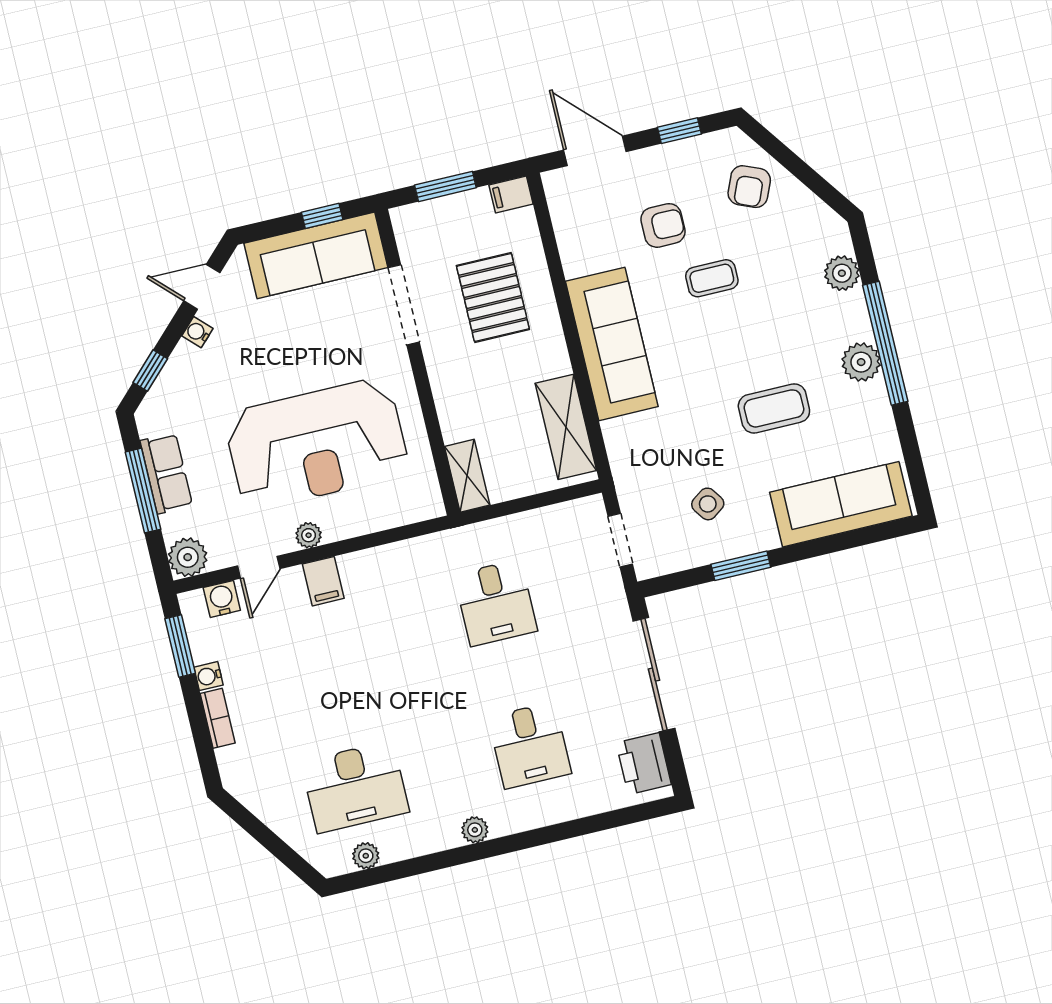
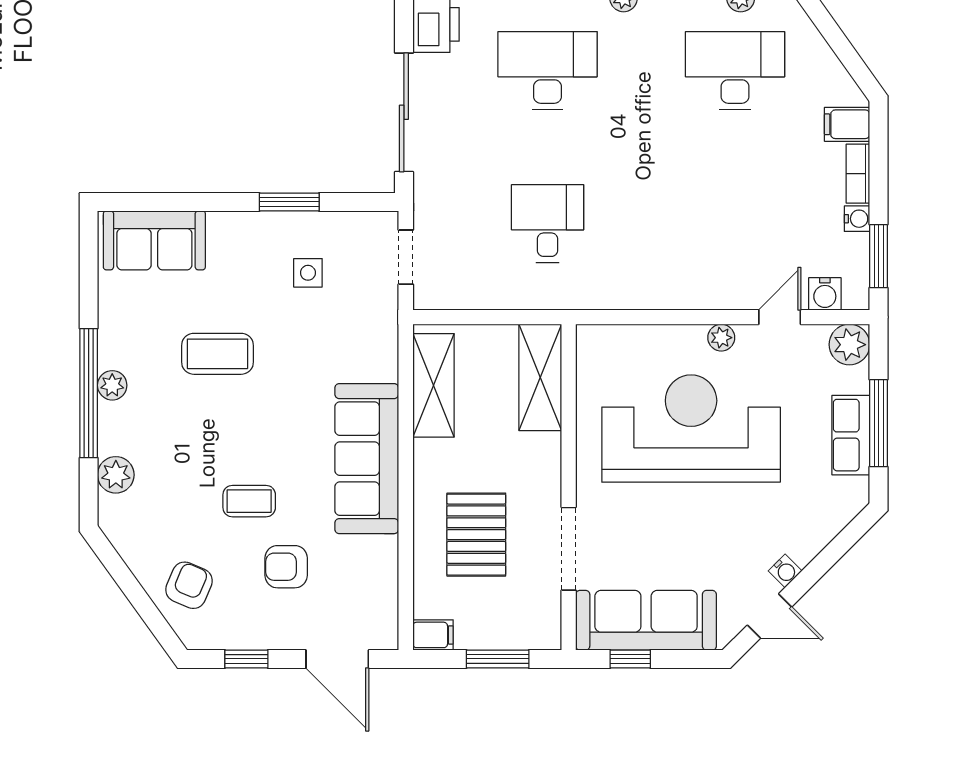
plant: (861, 362) -> (112, 385), width x0.73, depth x0.73
window: (150, 371) -> (842, 543), removed
shelving: (467, 476) -> (540, 377), width x1.50, depth x1.33
side table: (708, 504) -> (308, 273), turned 35
sofa: (841, 504) -> (154, 240), width x0.73
filing cabinet: (323, 581) -> (847, 124), moved, turned -90
desk: (530, 745) -> (548, 71), width x1.37

